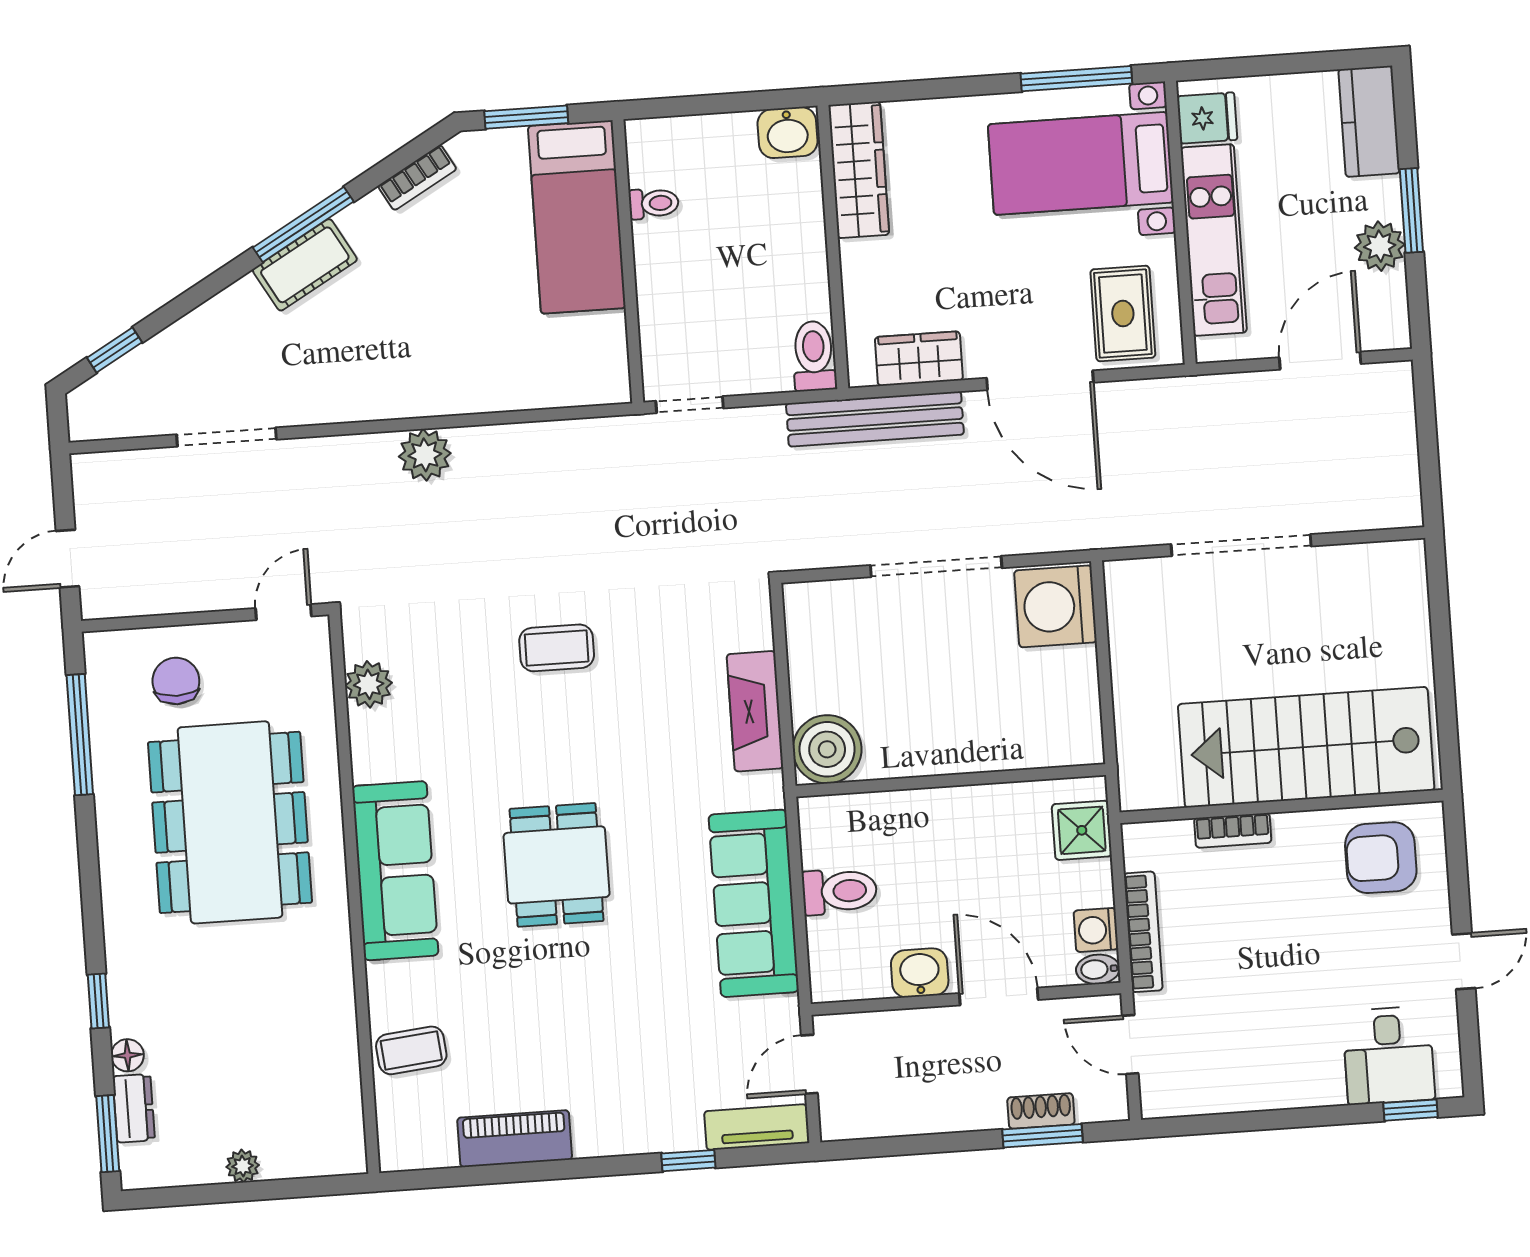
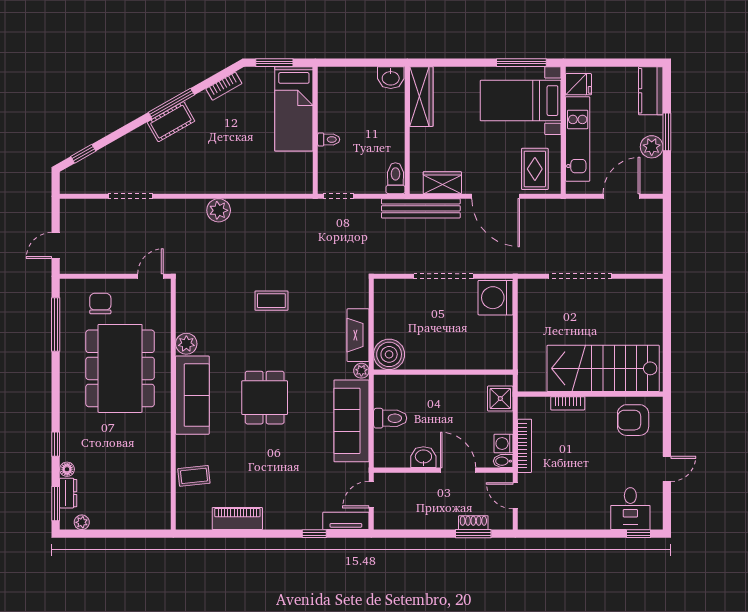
toilet: (654, 203) -> (329, 139), moved
plant: (369, 684) -> (186, 344), moved
plant: (768, 790) -> (361, 371), added
plant: (243, 1166) -> (82, 522), moved

